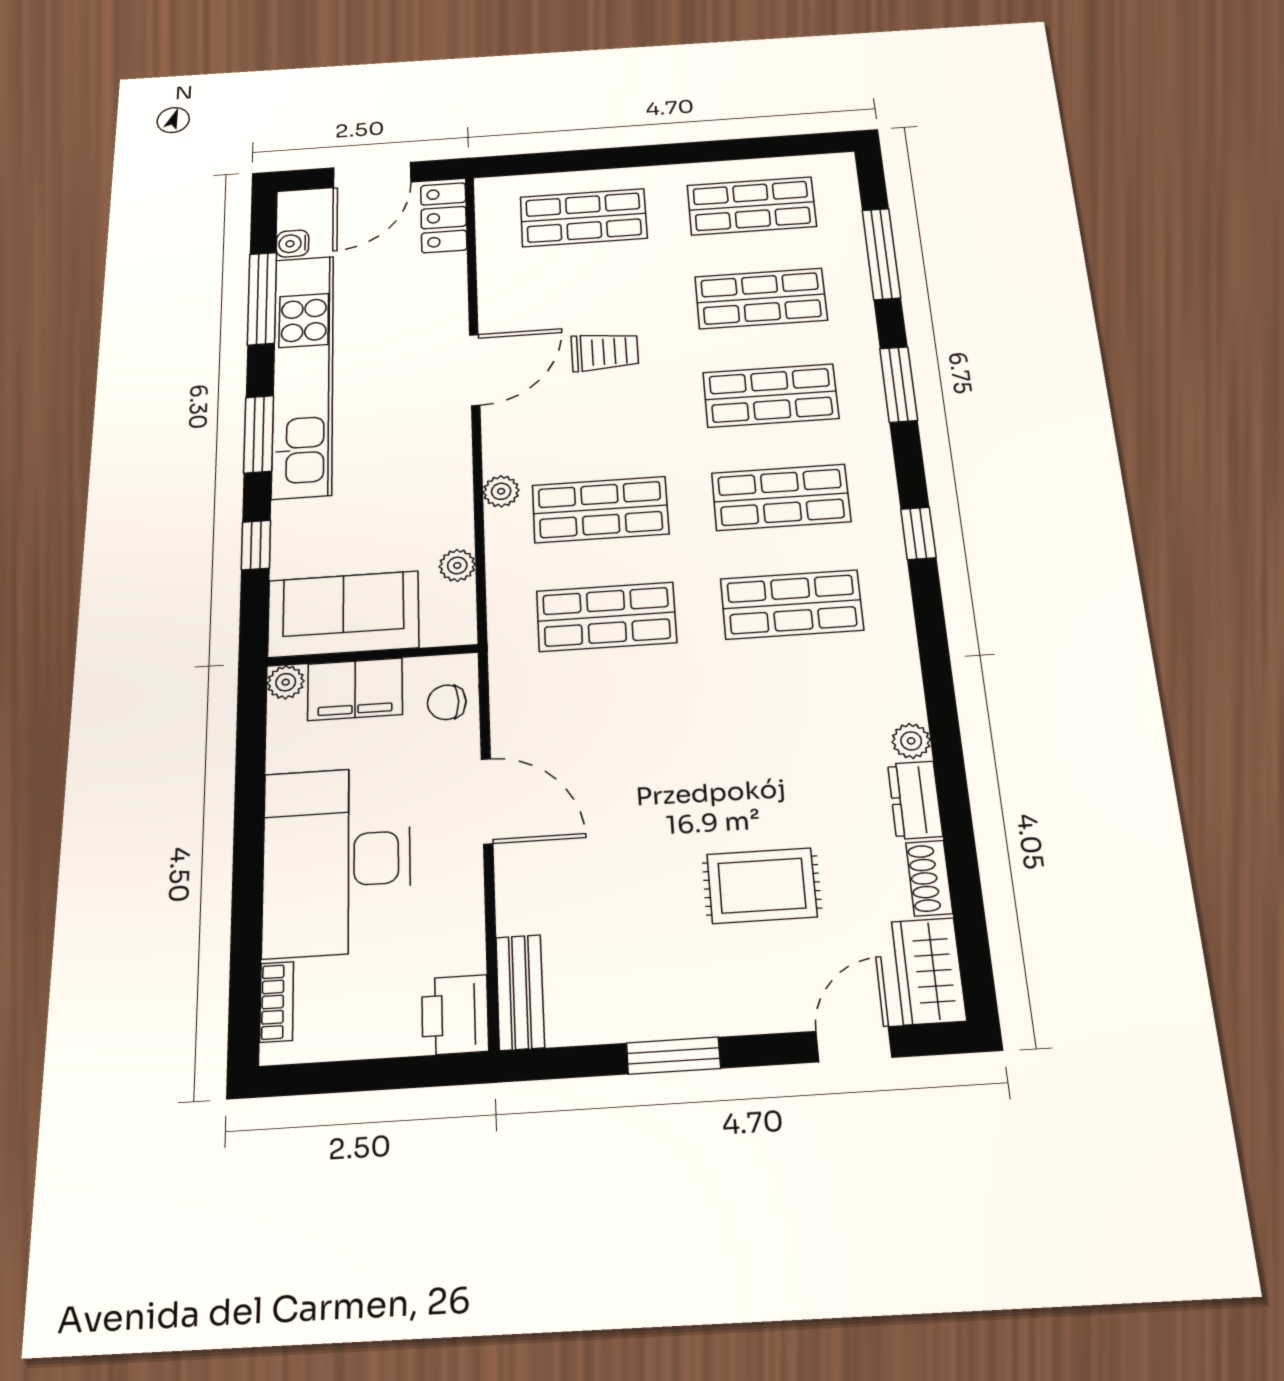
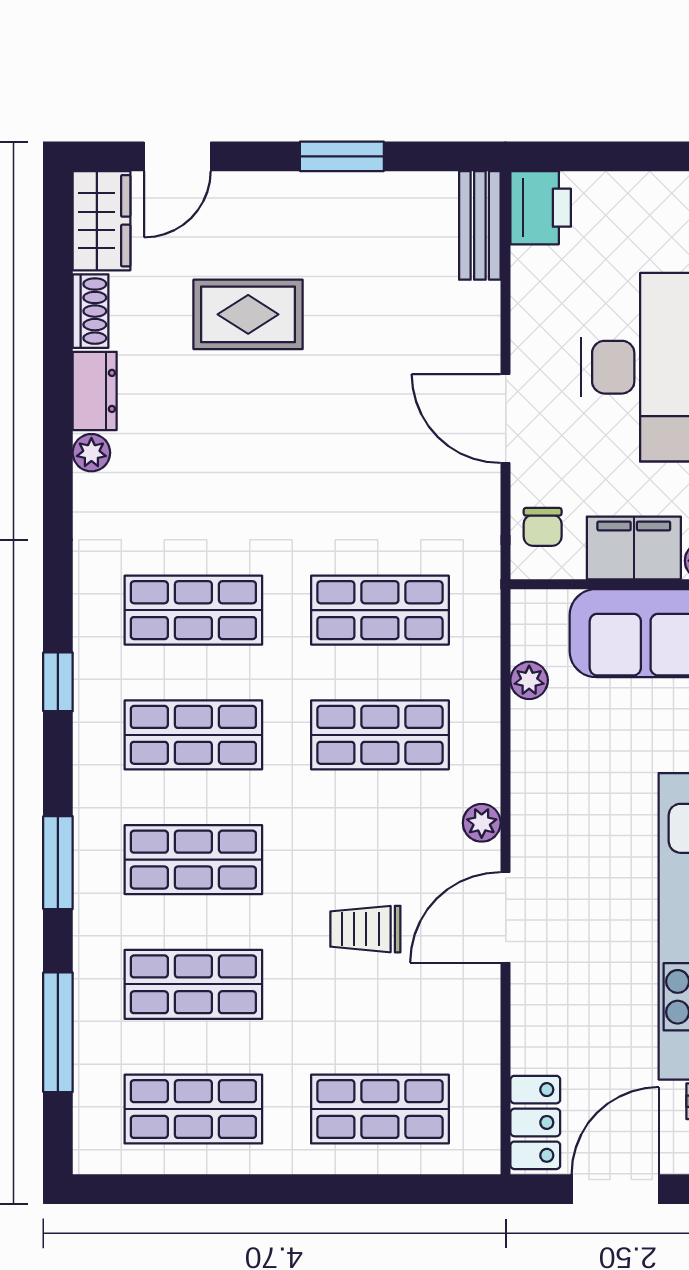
plant: (501, 491) -> (482, 823), moved
chair: (447, 702) -> (543, 527), turned 90

